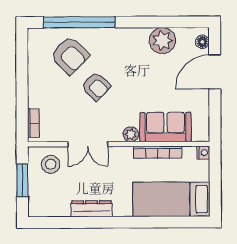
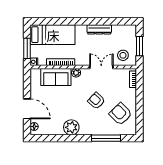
window: (79, 22) -> (106, 138), width x0.68
plant: (162, 41) -> (71, 127), moved
armchair: (70, 55) -> (121, 114), moved
door: (215, 72) -> (27, 109), hinge flipped
window: (215, 176) -> (27, 48), added

